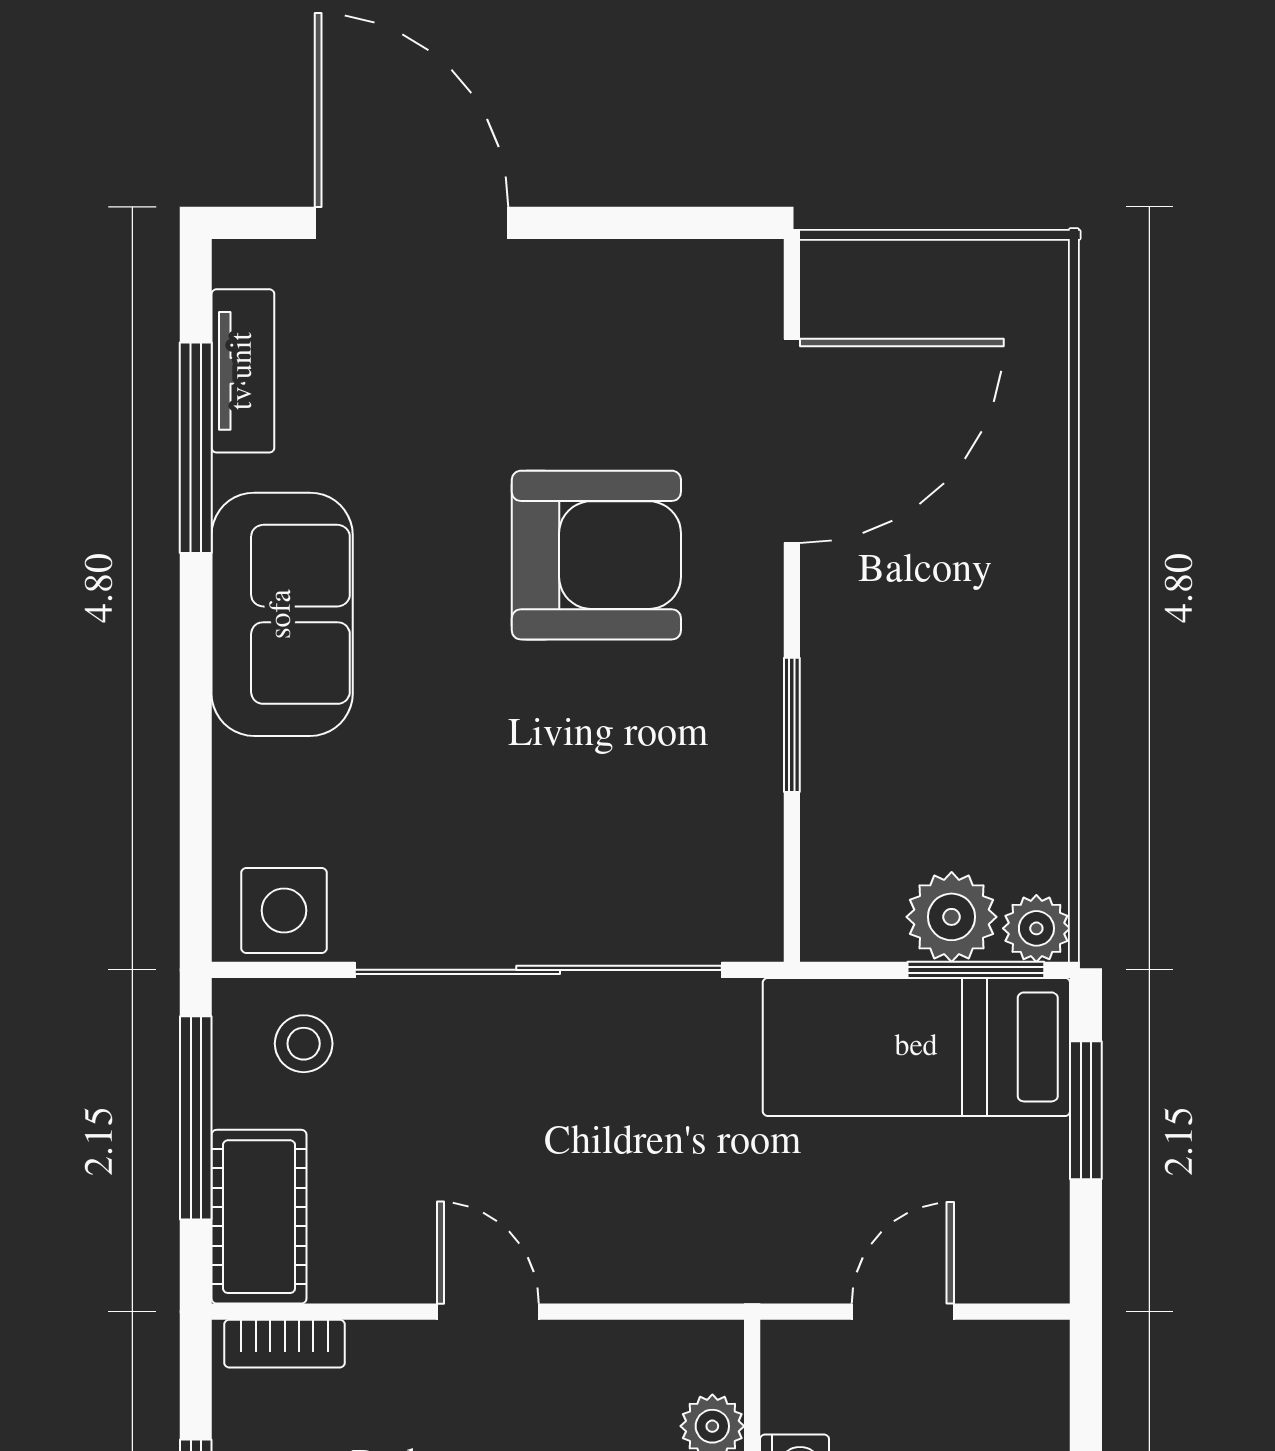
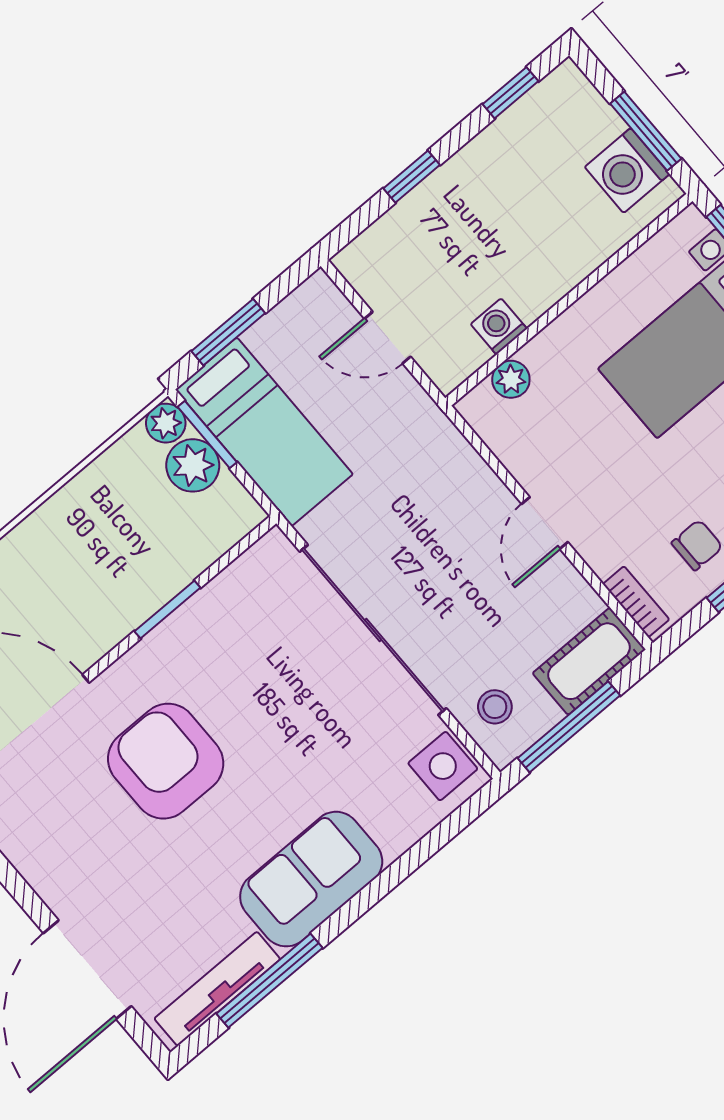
tv unit: (243, 371) -> (217, 989), width x1.41

